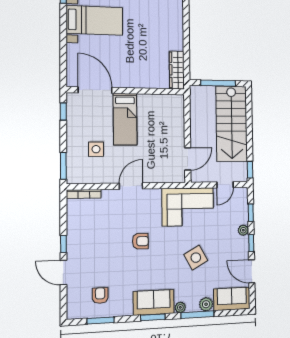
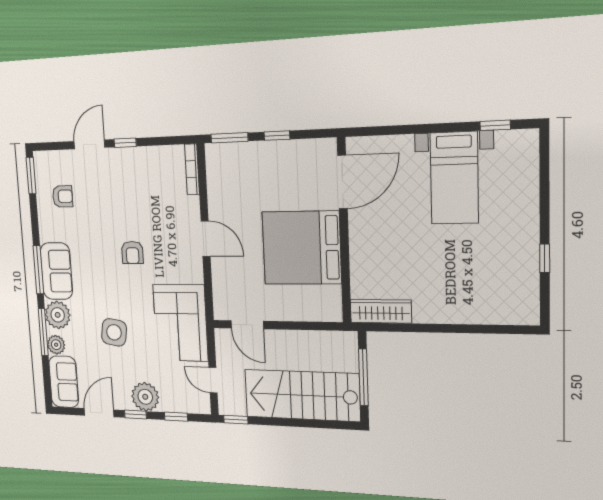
window: (63, 112) -> (277, 136), moved
bed: (125, 119) -> (302, 248), width x2.04
side table: (96, 149) -> (255, 186), removed
plant: (243, 230) -> (145, 397), width x1.88, depth x1.88
side table: (196, 258) -> (114, 332), turned 38
plant: (180, 307) -> (58, 315), width x1.88, depth x1.88
window: (153, 317) -> (38, 270), width x1.44
window: (101, 321) -> (31, 176), moved

